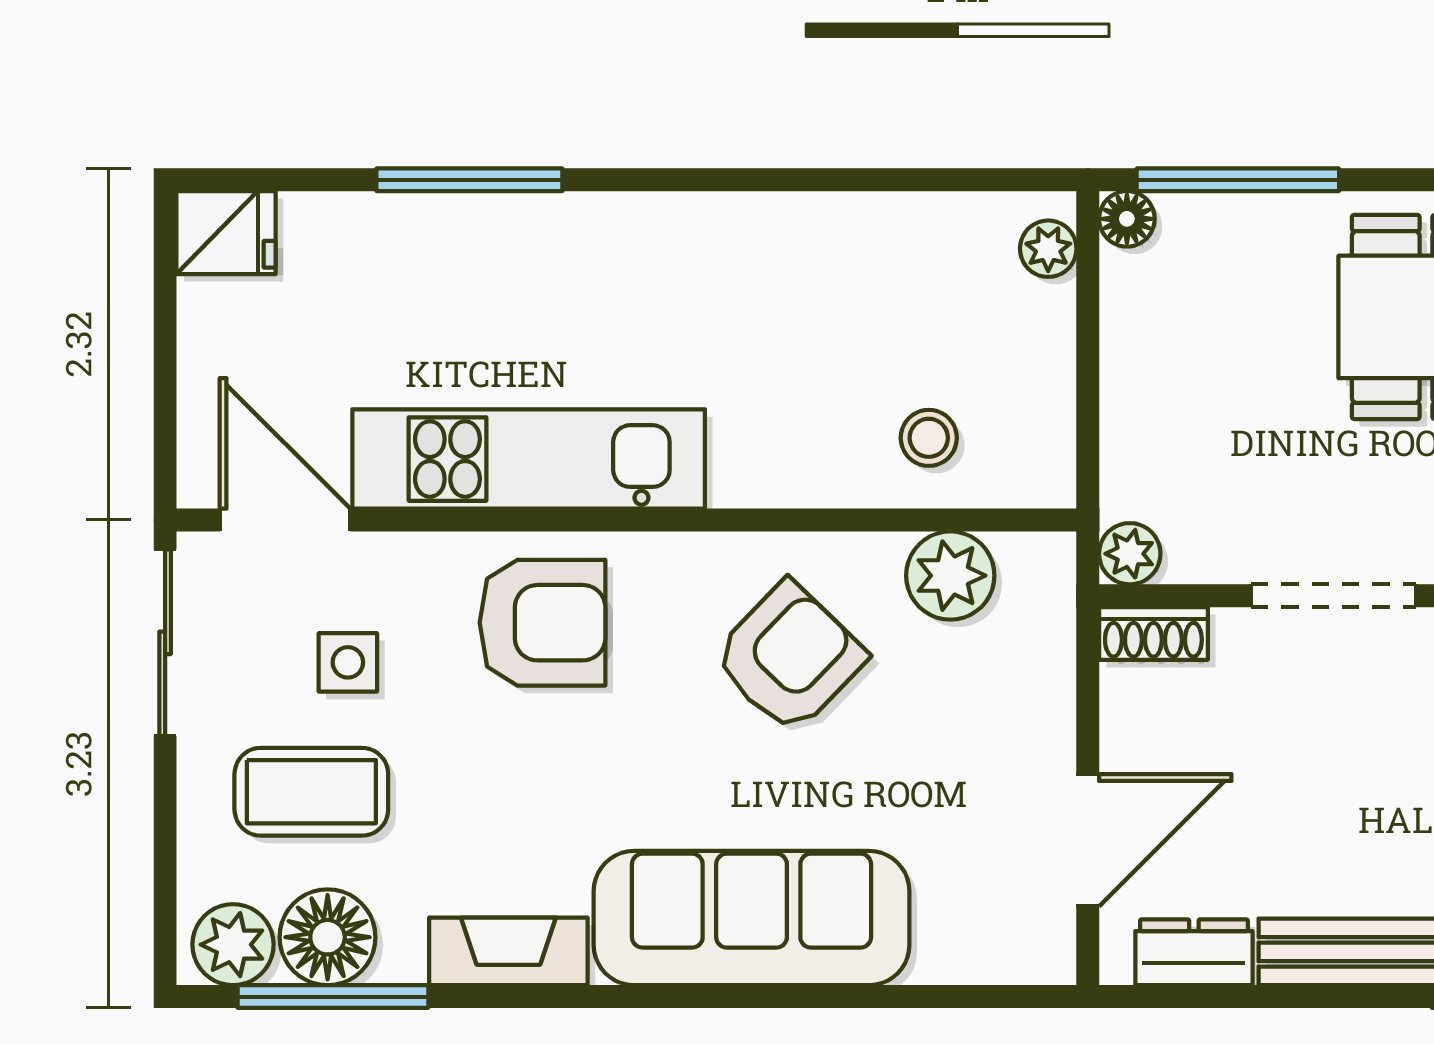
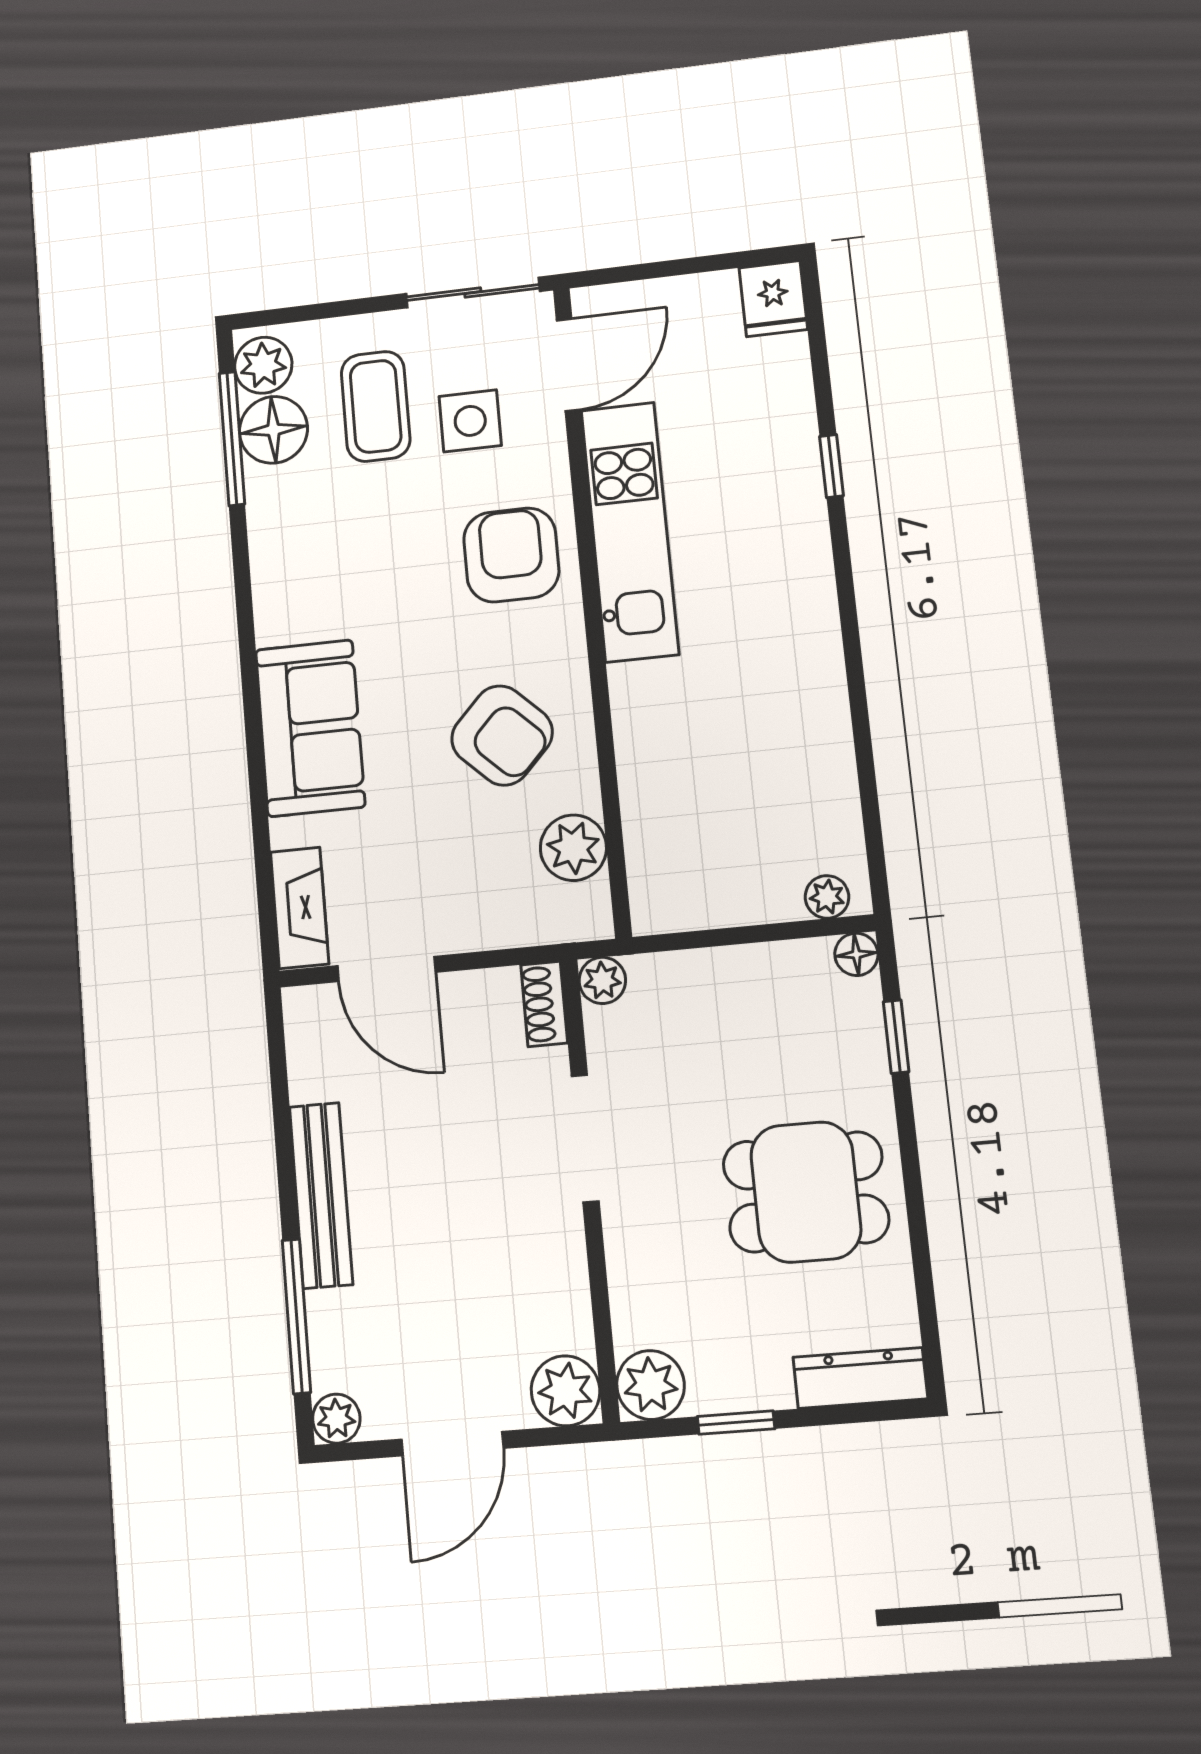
window: (469, 180) -> (832, 466), width x0.46
window: (1238, 180) -> (896, 1037), width x0.46
stool: (929, 438) -> (675, 822), removed
armchair: (542, 623) -> (511, 555), turned 180
side table: (348, 662) -> (470, 421), width x1.37, depth x1.37
sofa: (752, 918) -> (310, 728), width x0.73
fireplace: (508, 951) -> (300, 908), moved
dresser: (1194, 952) -> (310, 1056), removed

